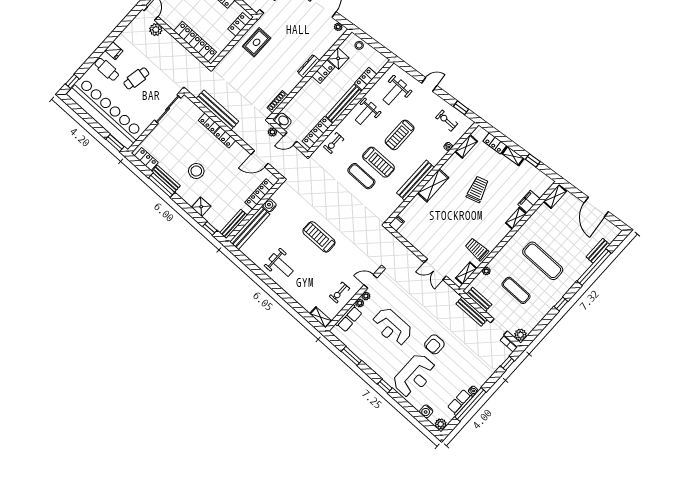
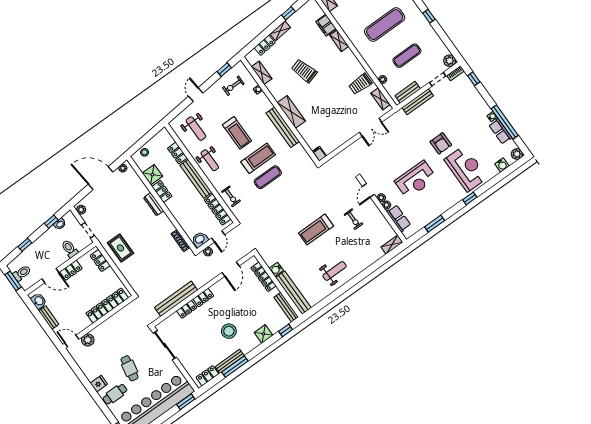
exercise bike: (340, 292) -> (353, 219), moved

